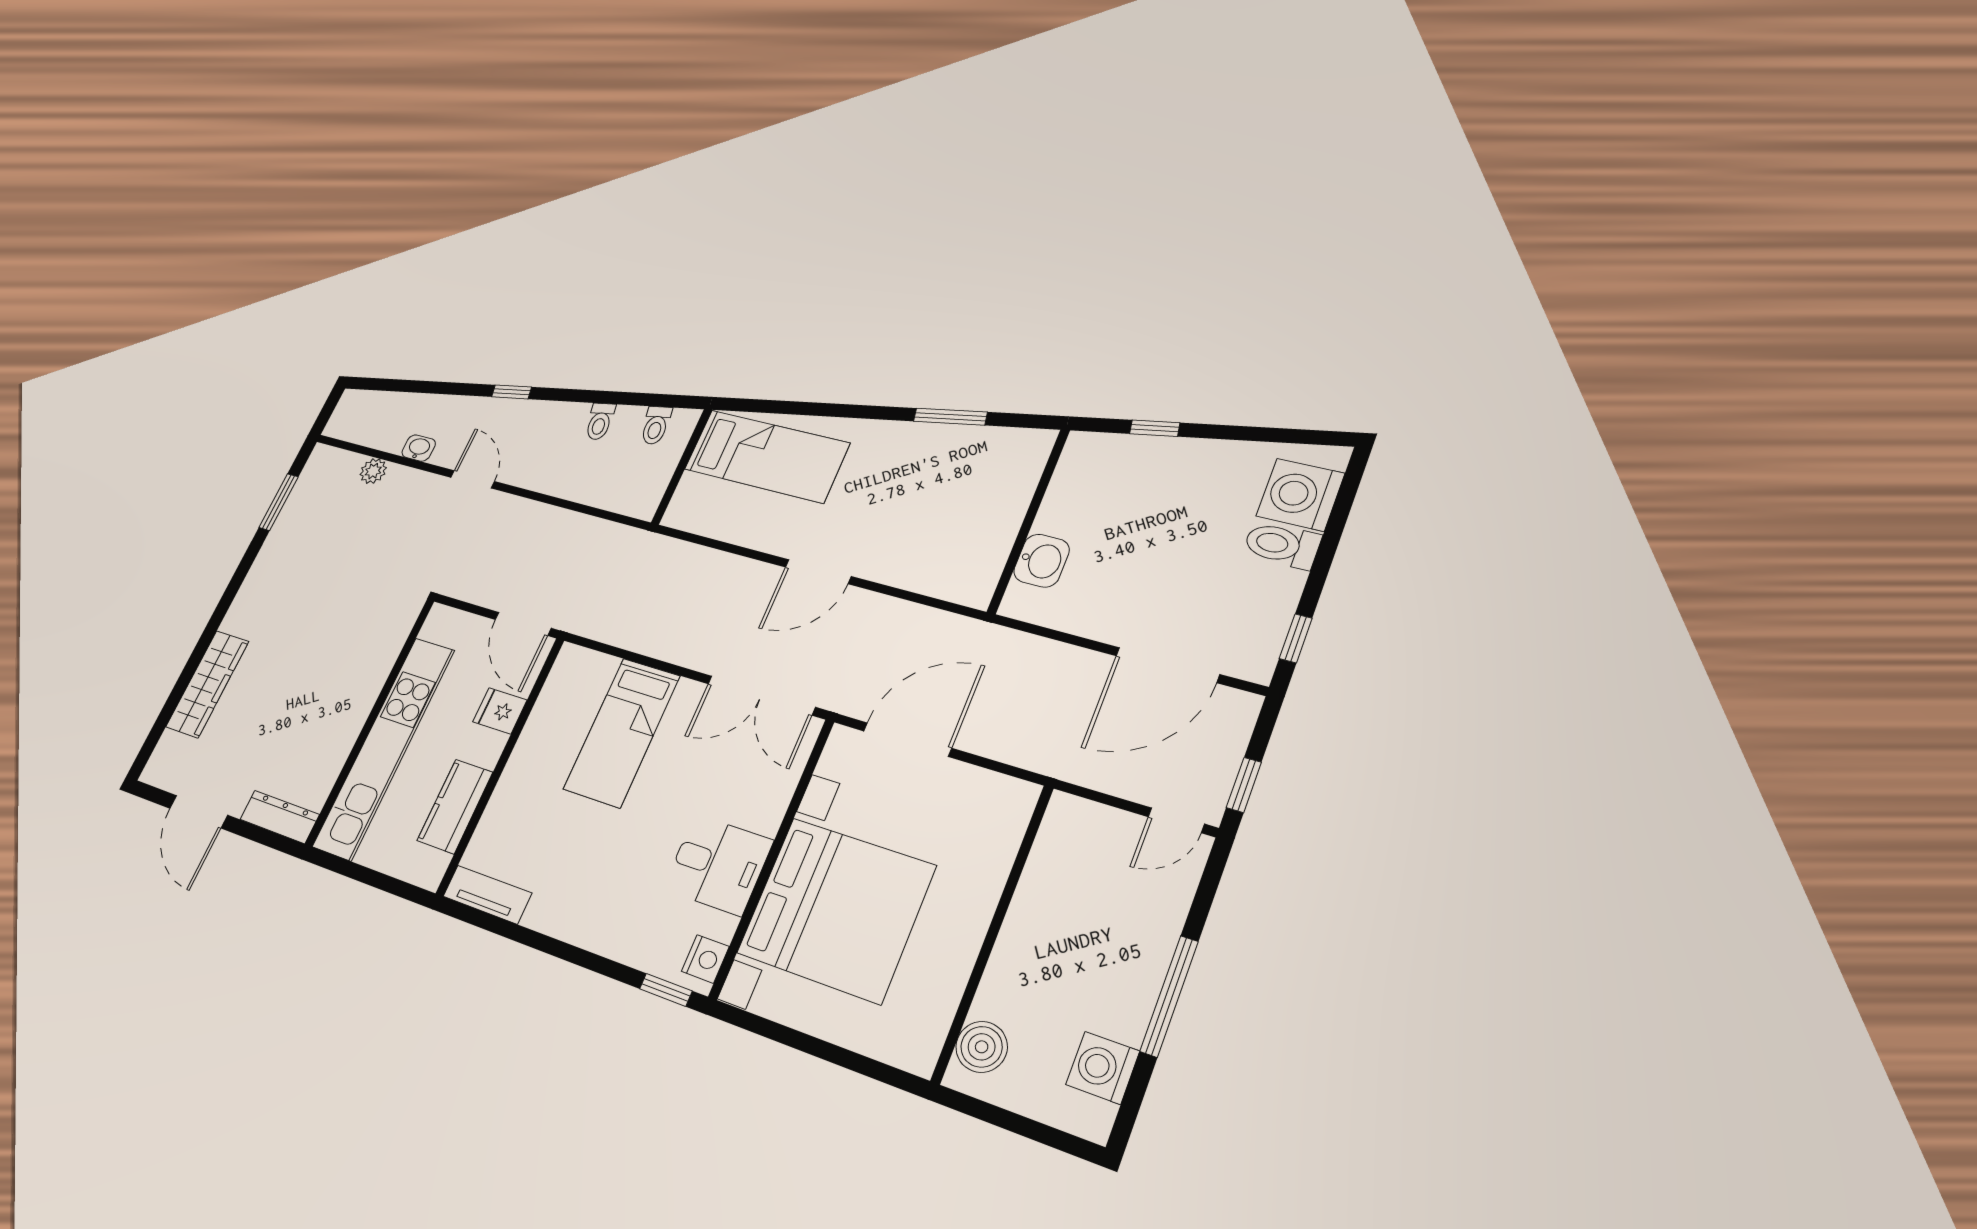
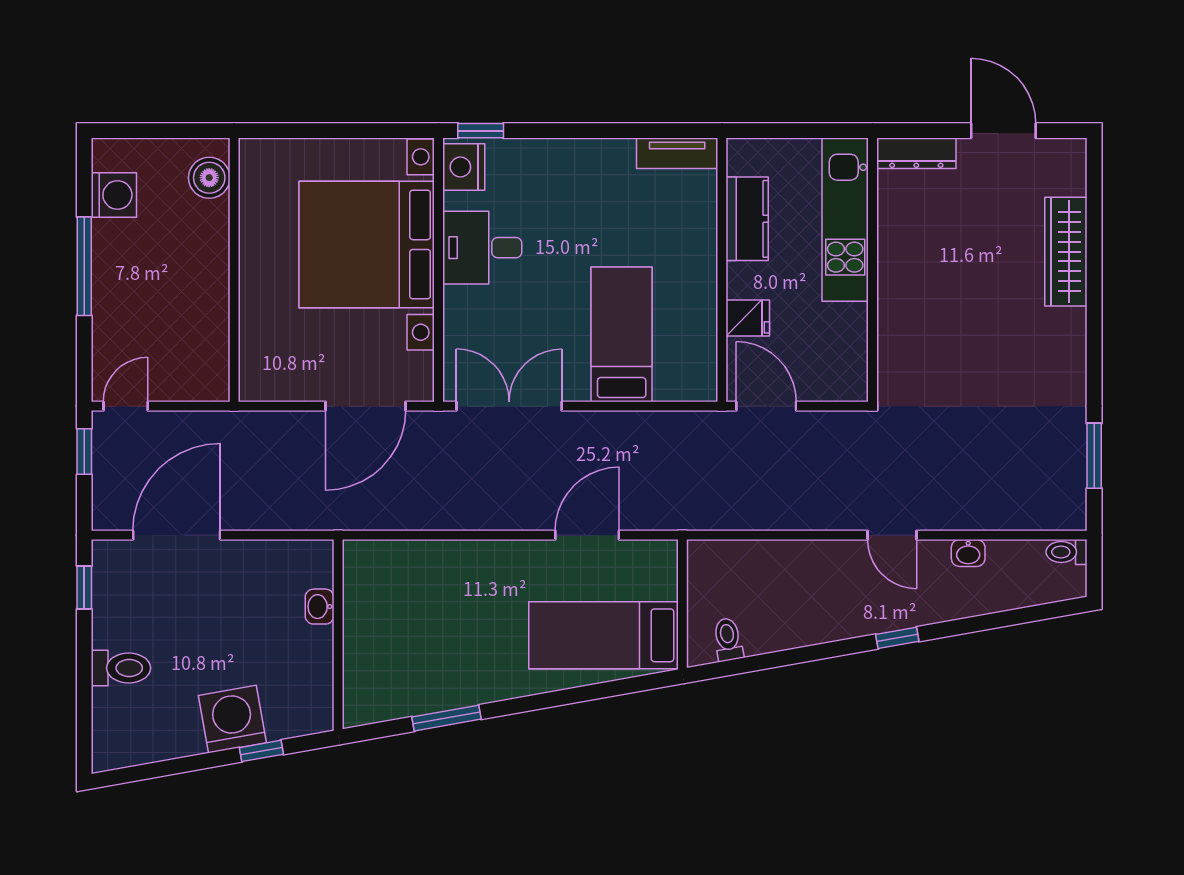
toilet: (600, 421) -> (1067, 552), moved, turned -80
plant: (373, 471) -> (1006, 516), removed
washing machine: (1300, 495) -> (232, 719), moved, turned -100
washbasin: (1042, 561) -> (320, 607), width x0.72, depth x0.69
door: (818, 572) -> (587, 535), moved
kitchen unit: (384, 747) -> (845, 220), width x0.73
nightstand: (705, 959) -> (464, 167), width x1.36, depth x1.33

